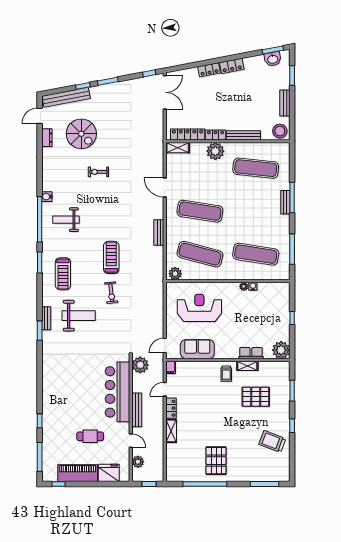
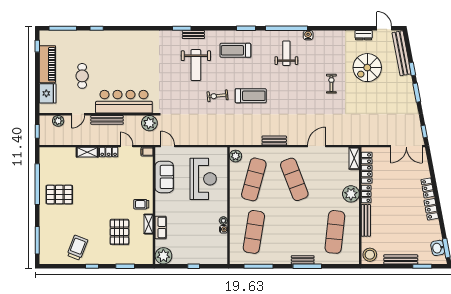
bench: (285, 103) -> (401, 259), width x1.36
exercise mat: (200, 211) -> (294, 179), turned -30

